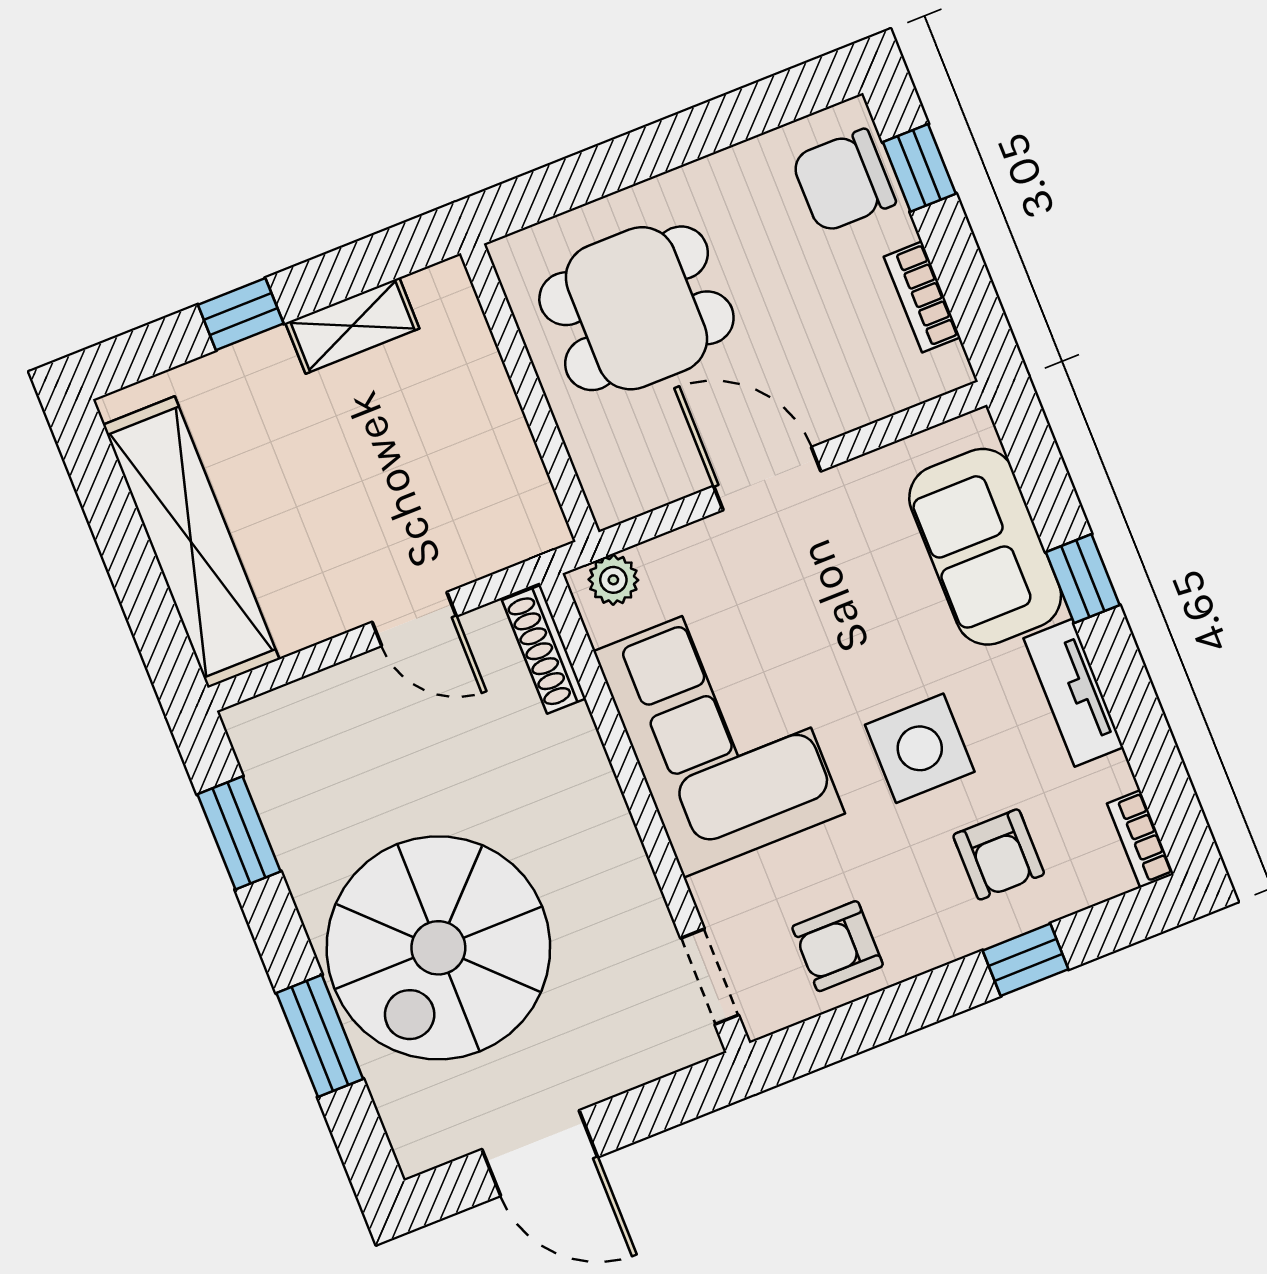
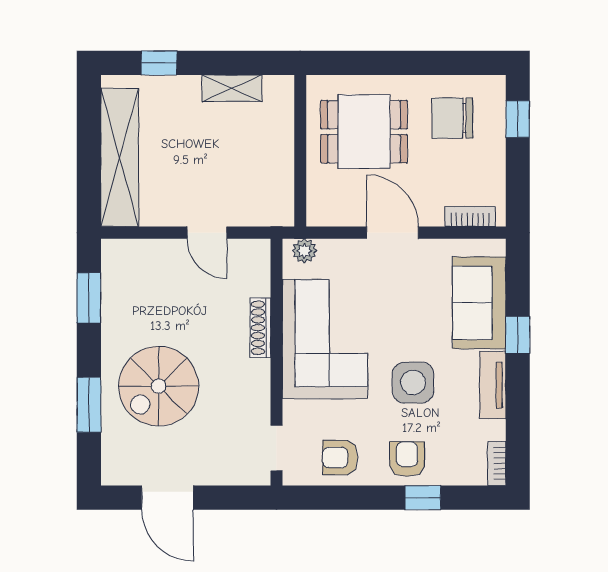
chair: (843, 181) -> (452, 118), moved
bookcase: (922, 297) -> (470, 217), moved, turned 90
window: (241, 314) -> (159, 63), moved
shoe rack: (544, 649) -> (260, 328), moved
armchair: (999, 854) -> (407, 459), moved, turned 180
spiral stairs: (438, 948) -> (159, 386), width x0.73, depth x0.73

